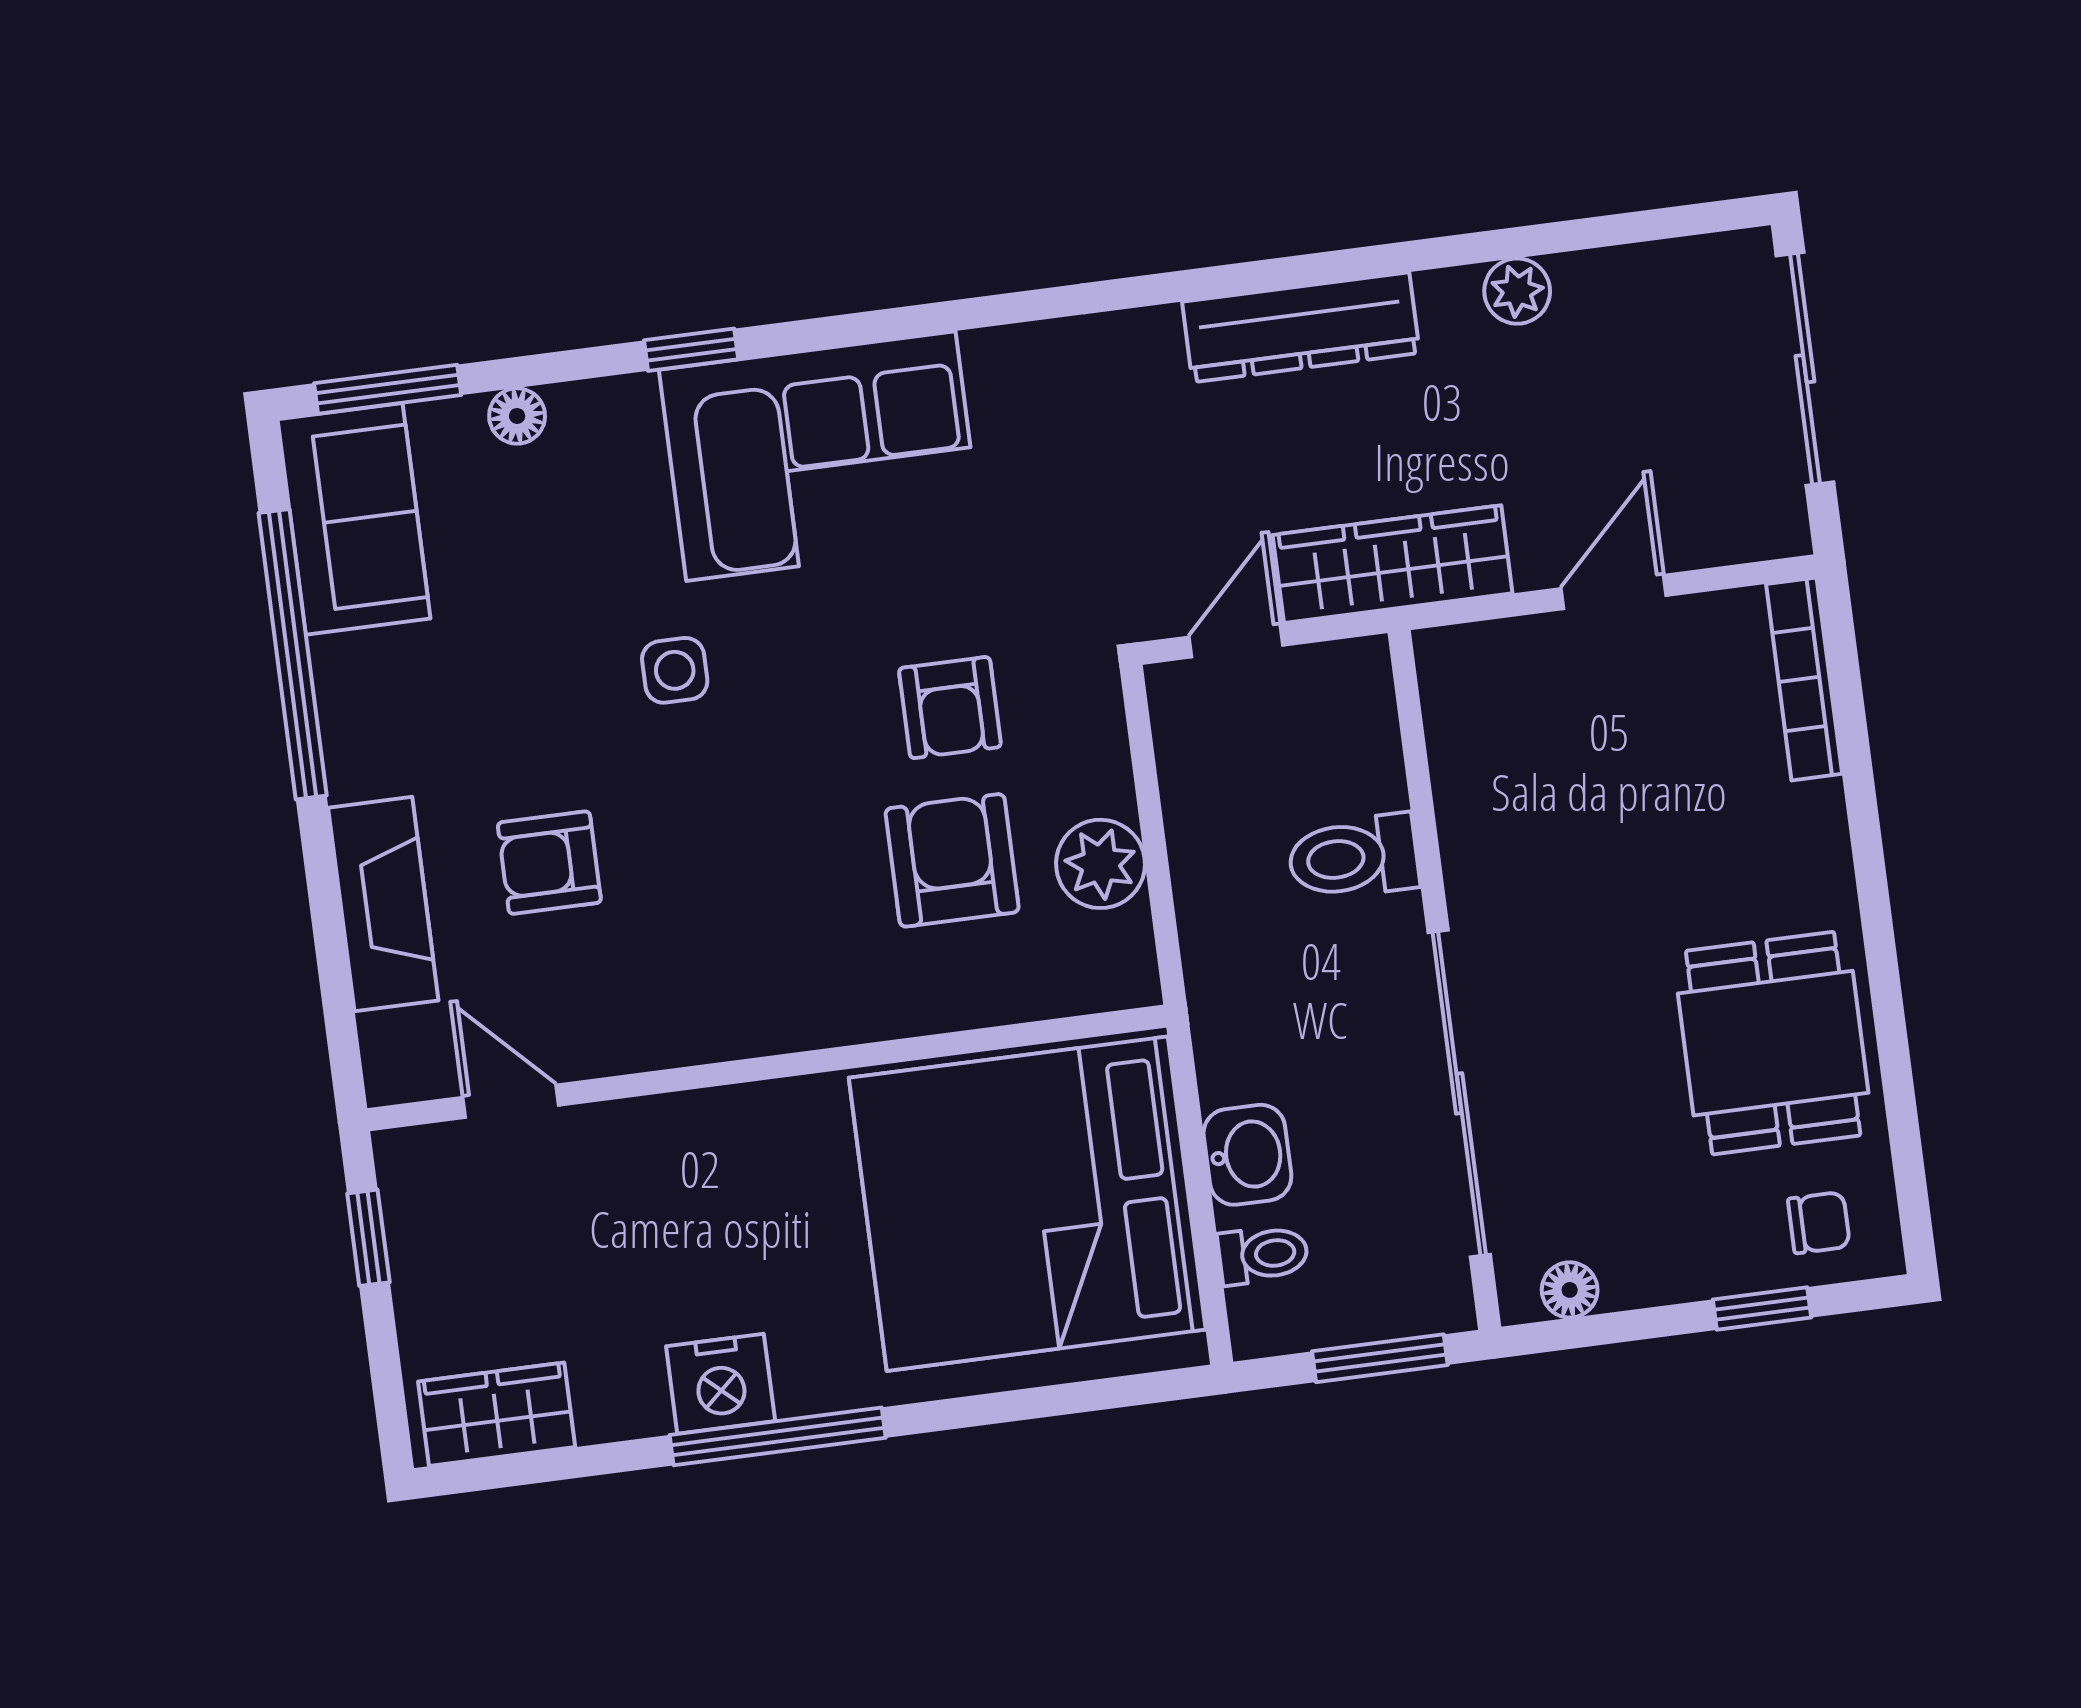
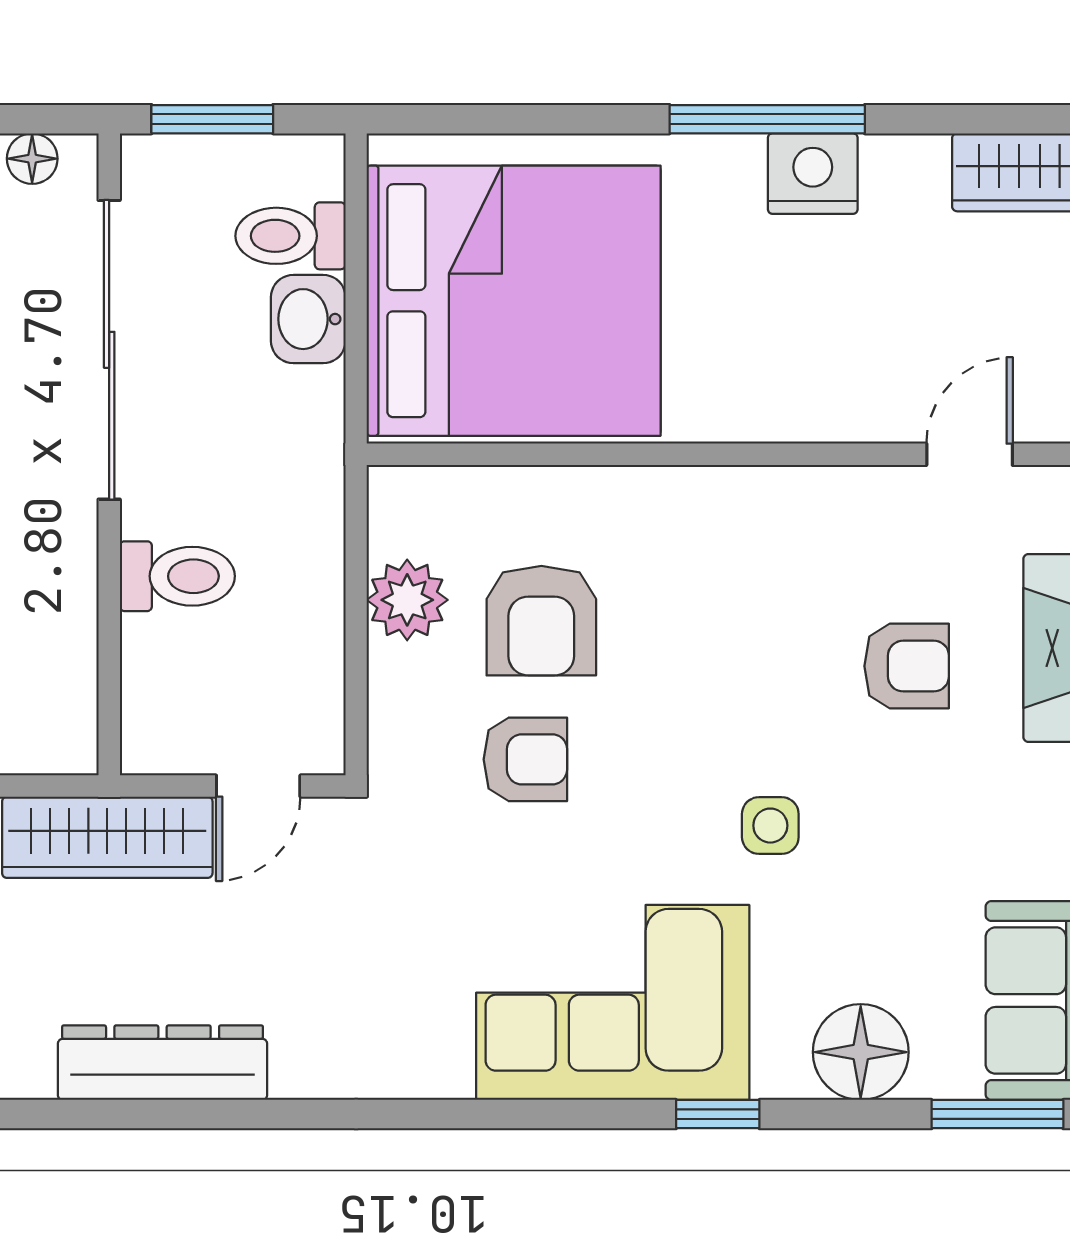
floor lamp: (517, 416) -> (861, 1052), width x1.89, depth x1.89
armchair: (950, 708) -> (525, 759), turned 90
door: (511, 1101) -> (970, 454), swing flipped
toilet: (1263, 1255) -> (290, 236), width x1.37, depth x1.39

